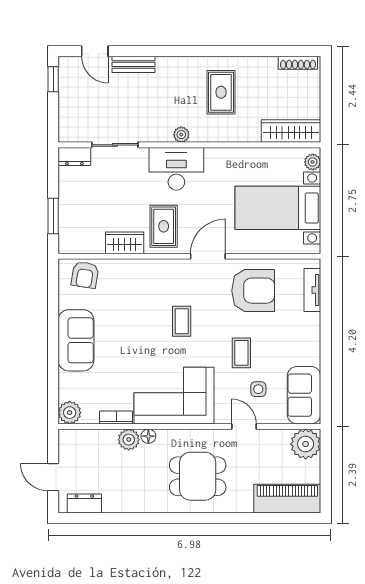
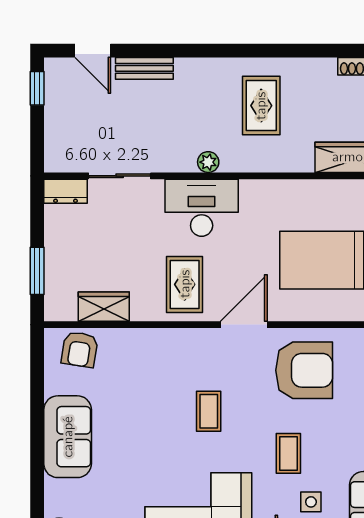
wardrobe: (125, 243) -> (104, 307), moved

